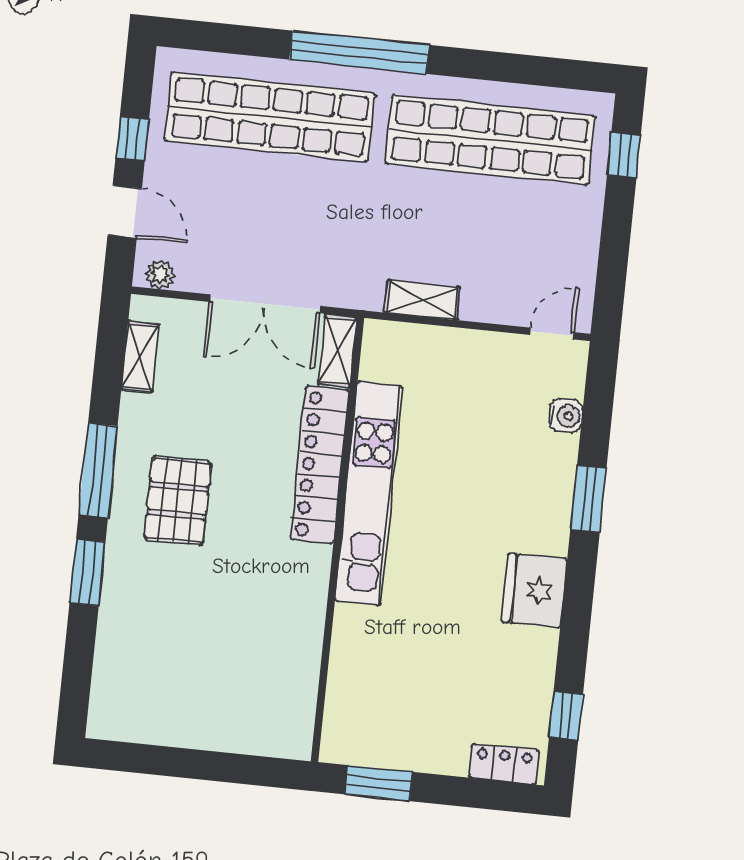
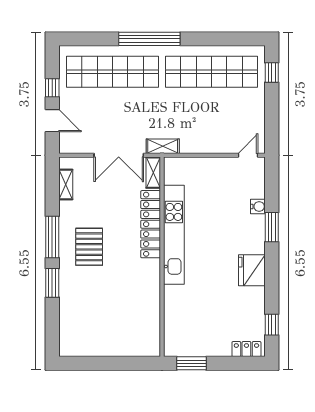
plant: (160, 274) -> (71, 147), removed
shelving: (422, 300) -> (163, 146), moved
water cooler: (566, 416) -> (258, 206), moved

